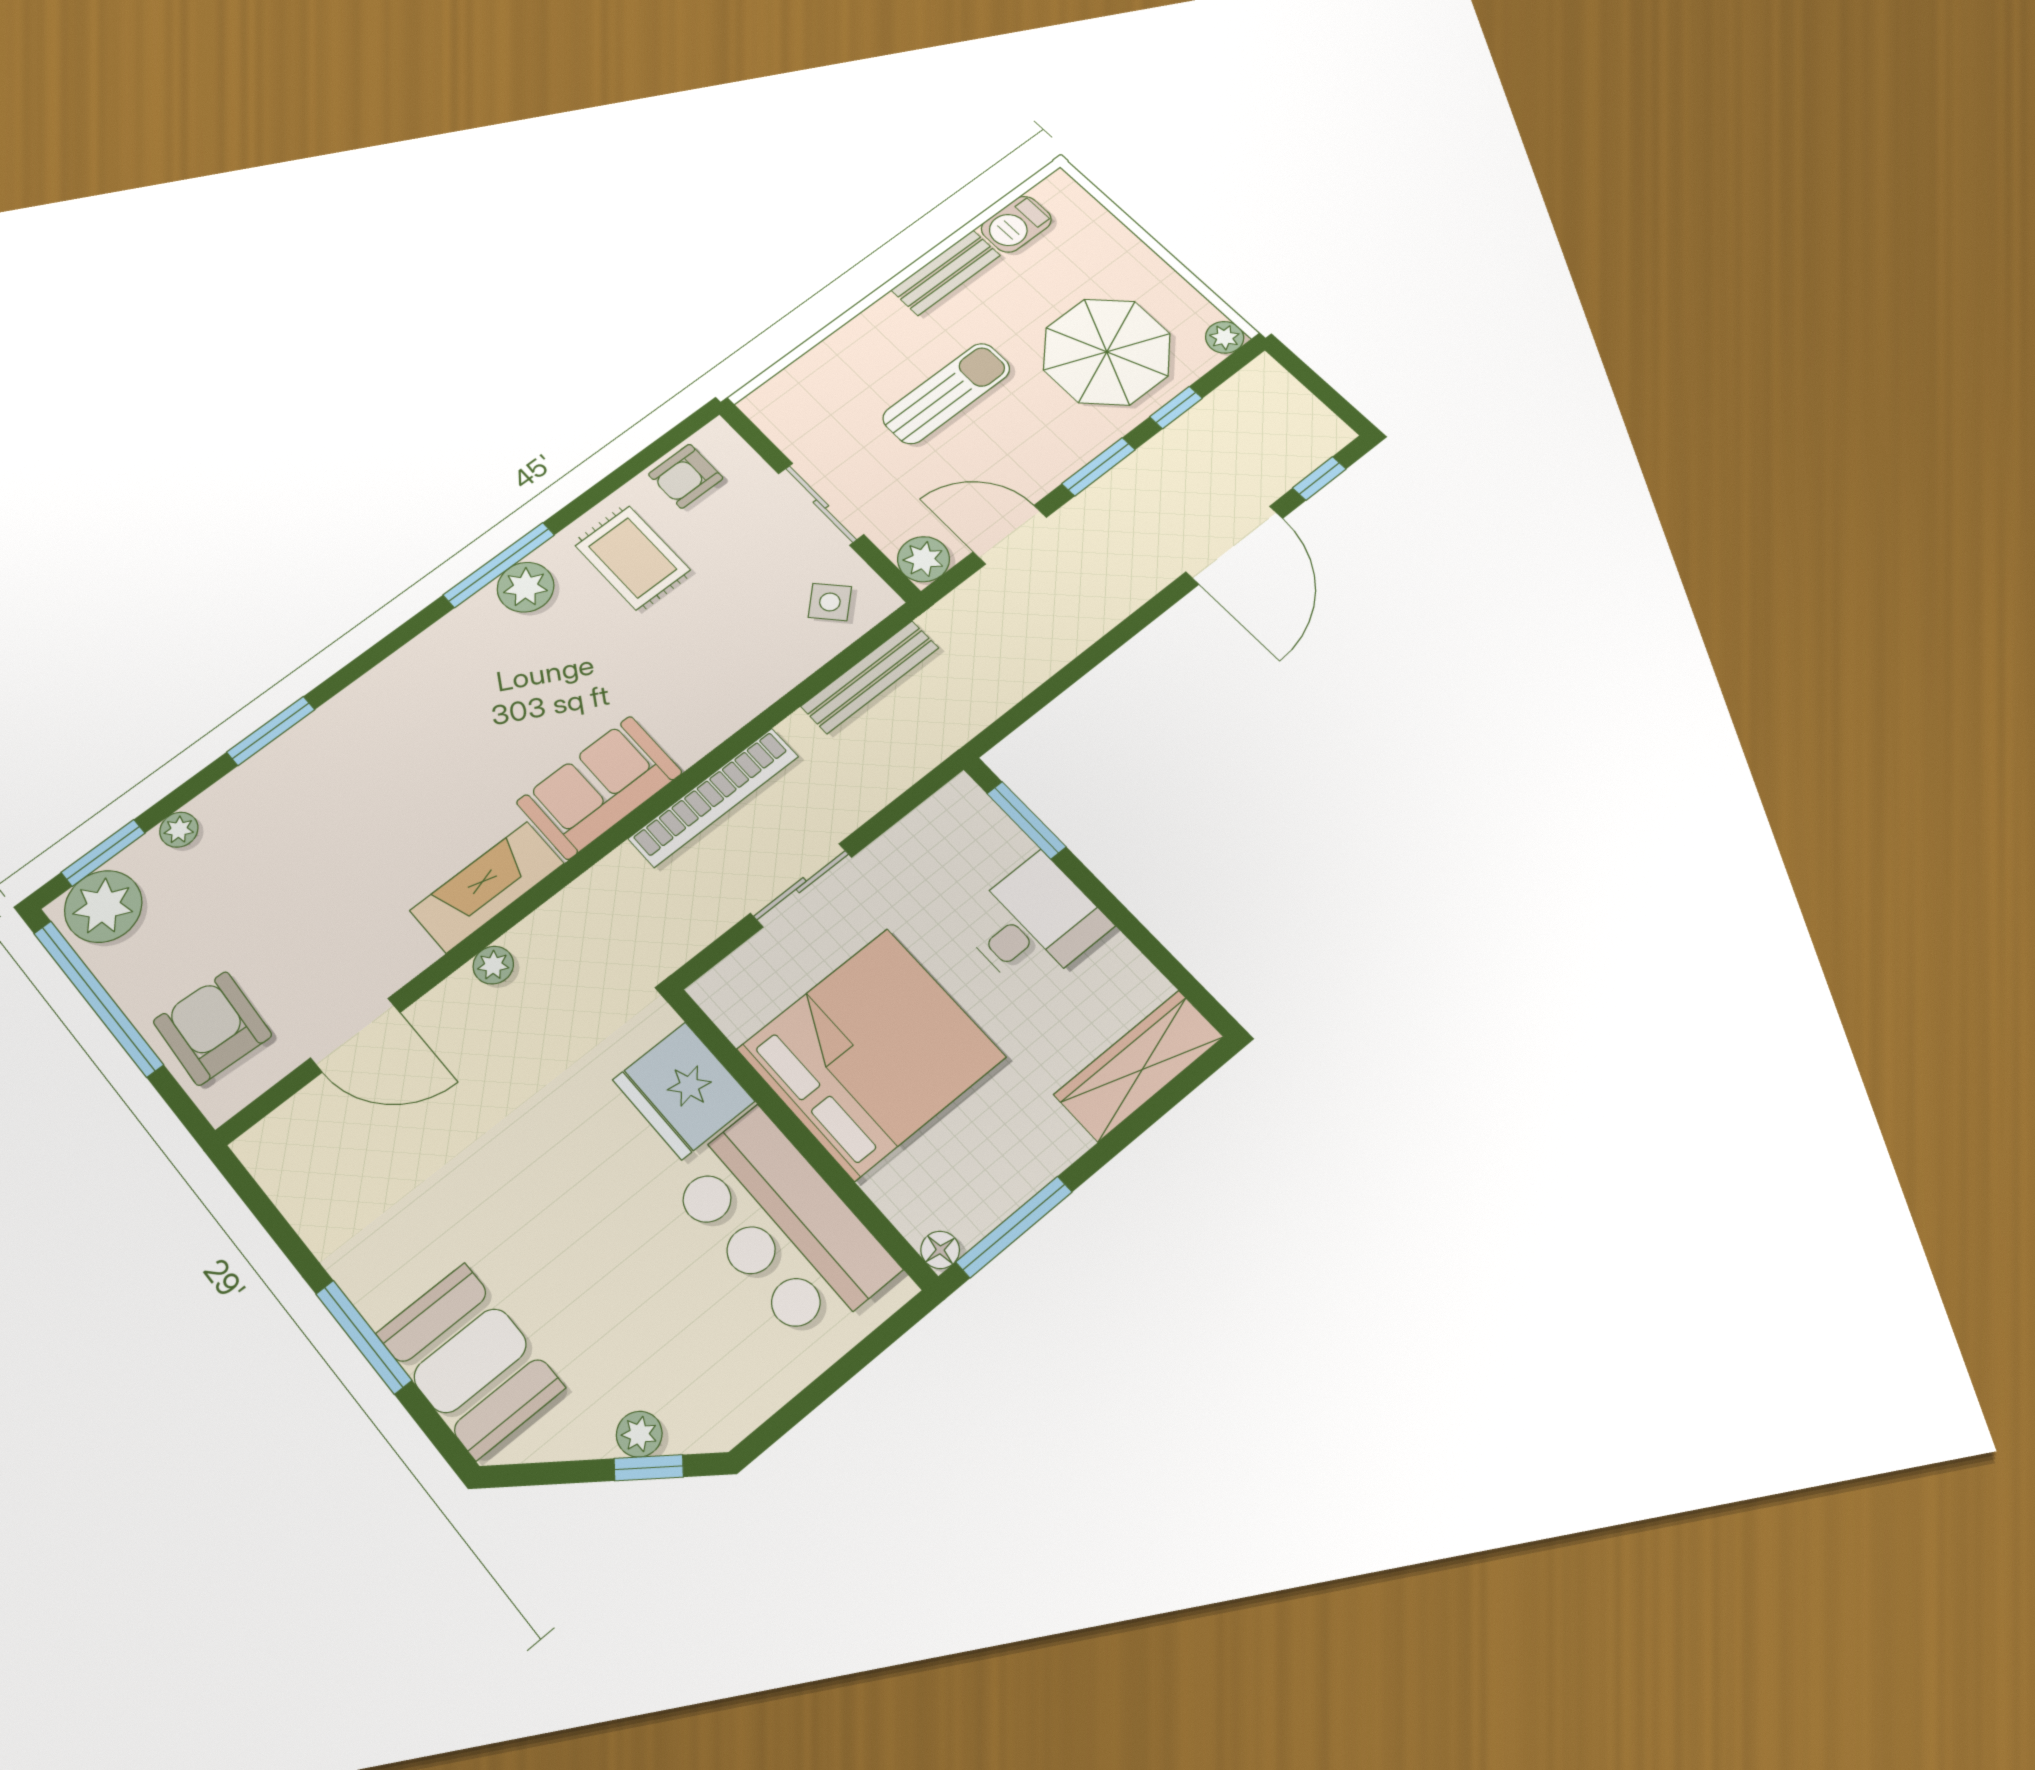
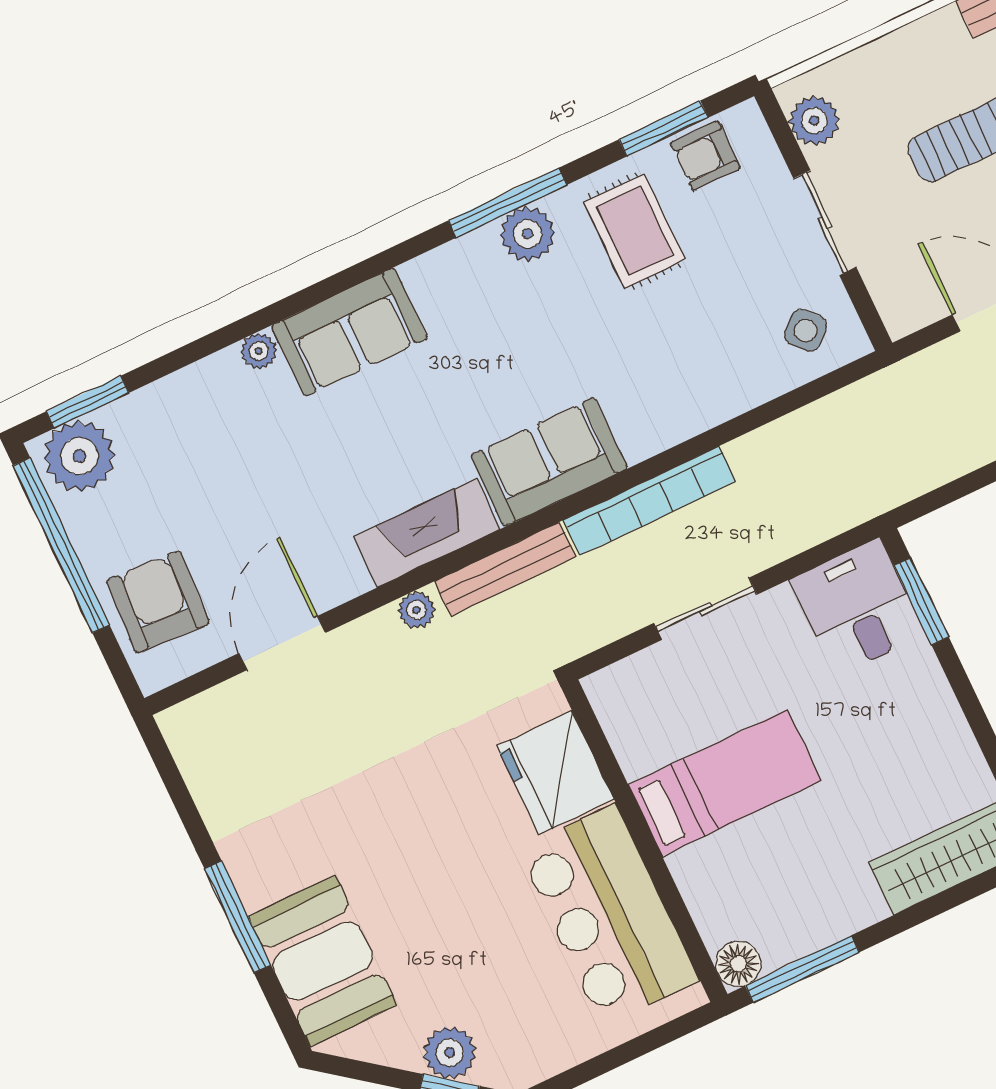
plant: (923, 559) -> (814, 121), moved
bench: (870, 677) -> (505, 569), moved
sofa: (364, 720) -> (349, 332), added
window: (271, 731) -> (664, 129), moved
plant: (179, 830) -> (259, 351), moved
desk: (1033, 923) -> (858, 607), moved, turned -90
door: (355, 1035) -> (282, 643), swing flipped
bed: (871, 1053) -> (725, 783), width x0.49
floor lamp: (940, 1250) -> (738, 964), width x1.37, depth x1.37
plant: (639, 1434) -> (450, 1053), width x1.38, depth x1.38

